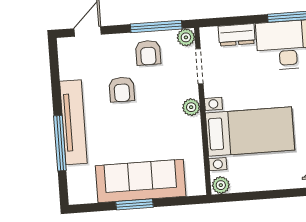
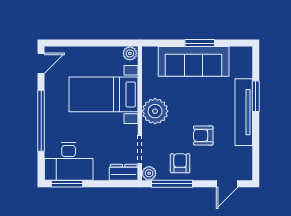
dresser: (237, 35) -> (124, 172), moved
armchair: (122, 89) -> (203, 135), turned -90
plant: (191, 107) -> (155, 111), width x1.87, depth x1.87
window: (60, 143) -> (256, 96), width x0.69

